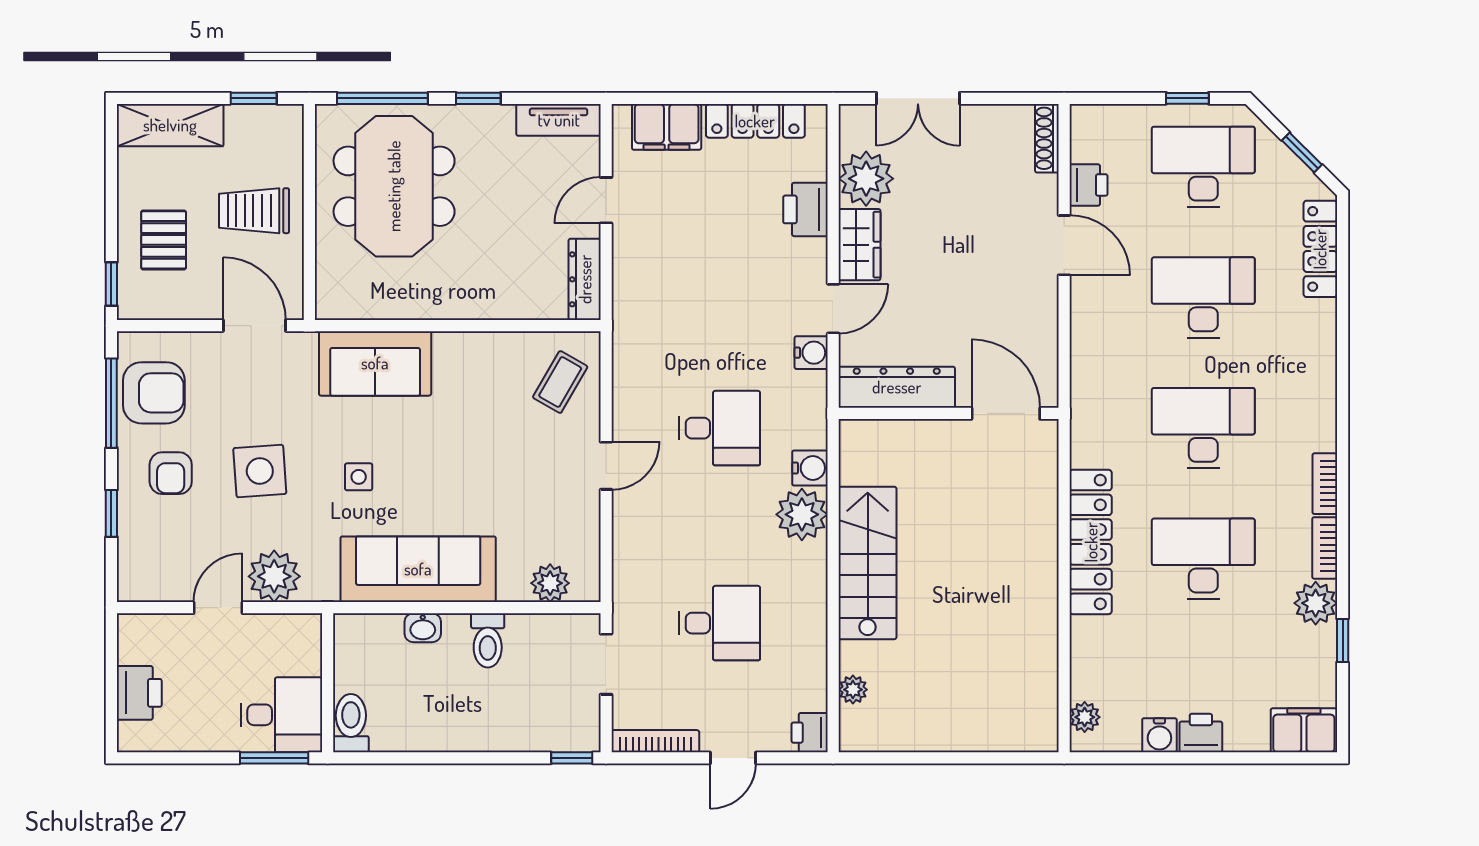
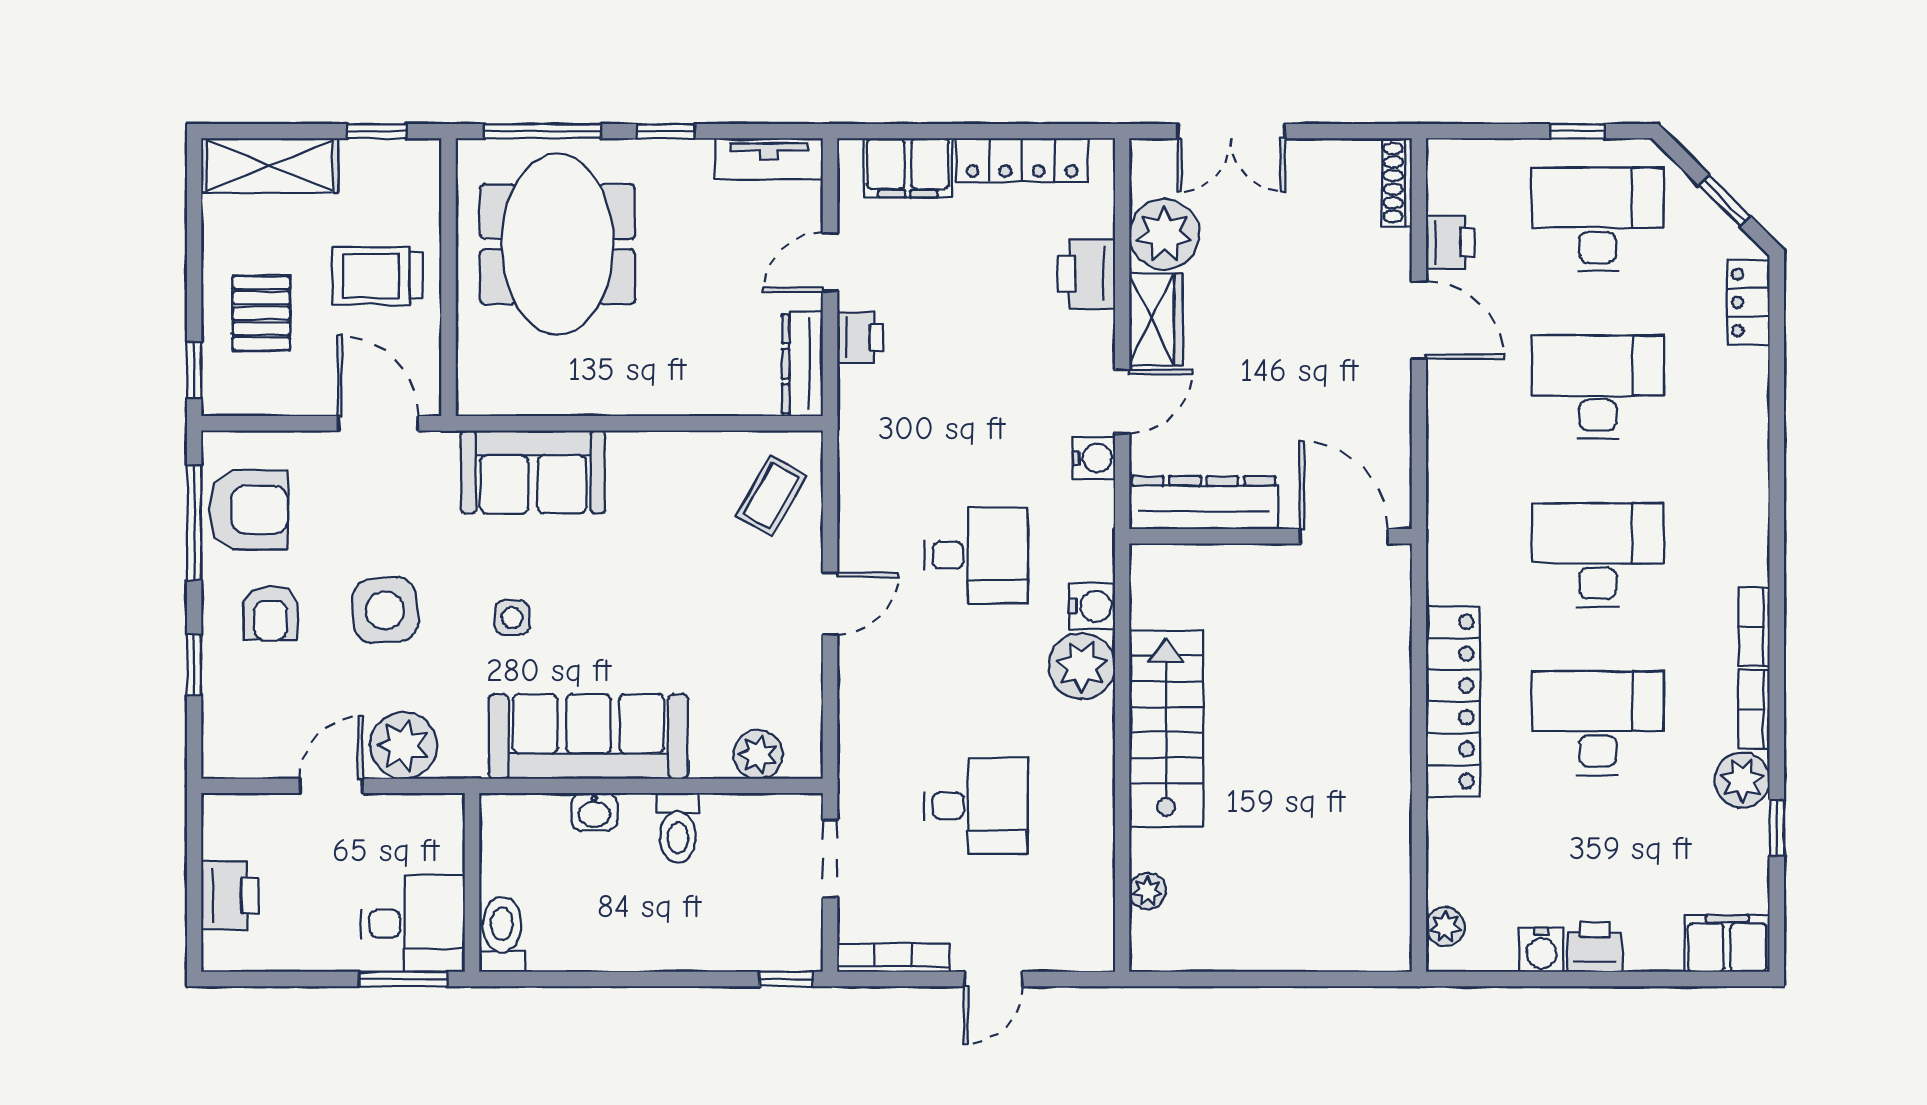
locker: (1320, 249) -> (1748, 302), width x0.66
printer: (810, 733) -> (860, 337), moved, turned 180

